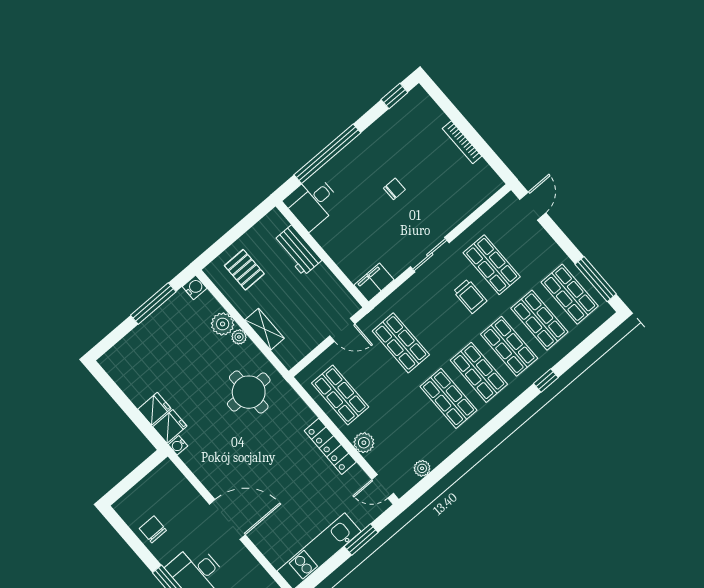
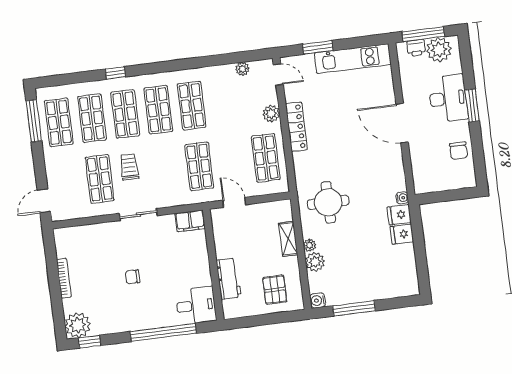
plant: (417, 105) -> (78, 325), added

